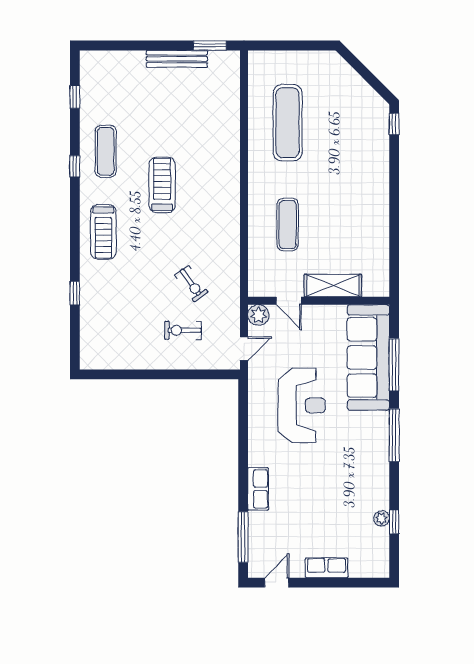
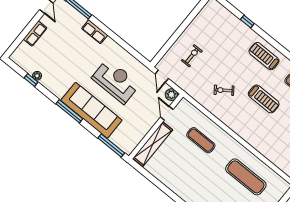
exercise bike: (191, 284) -> (224, 90), moved
shelving: (333, 286) -> (153, 144), width x1.47
door: (289, 301) -> (167, 113), hinge flipped
sofa: (368, 357) -> (91, 110), moved
window: (394, 365) -> (111, 146), moved
reception desk: (302, 405) -> (116, 81), turned 180

